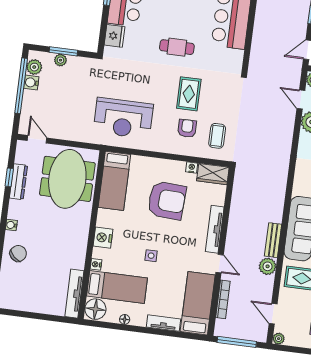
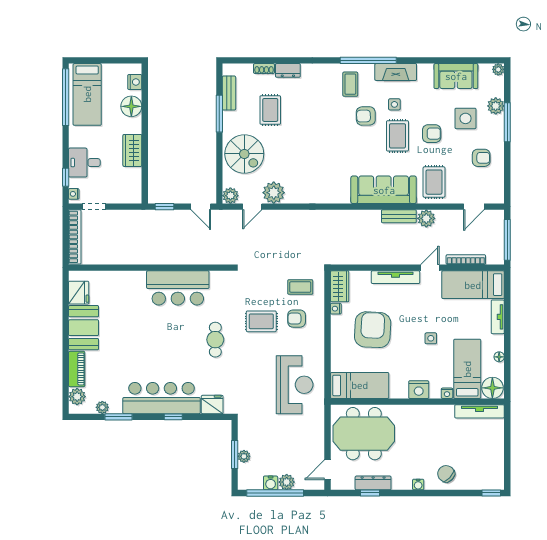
plant: (34, 67) -> (287, 482), moved
plant: (279, 339) -> (498, 198), removed

